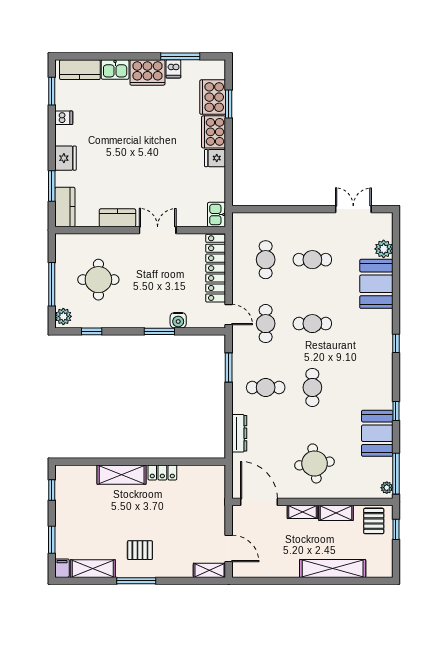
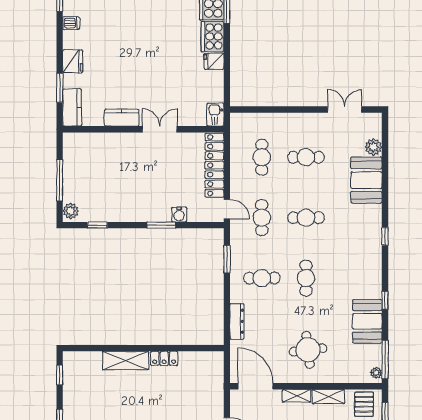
round table: (98, 280) -> (104, 176), removed

